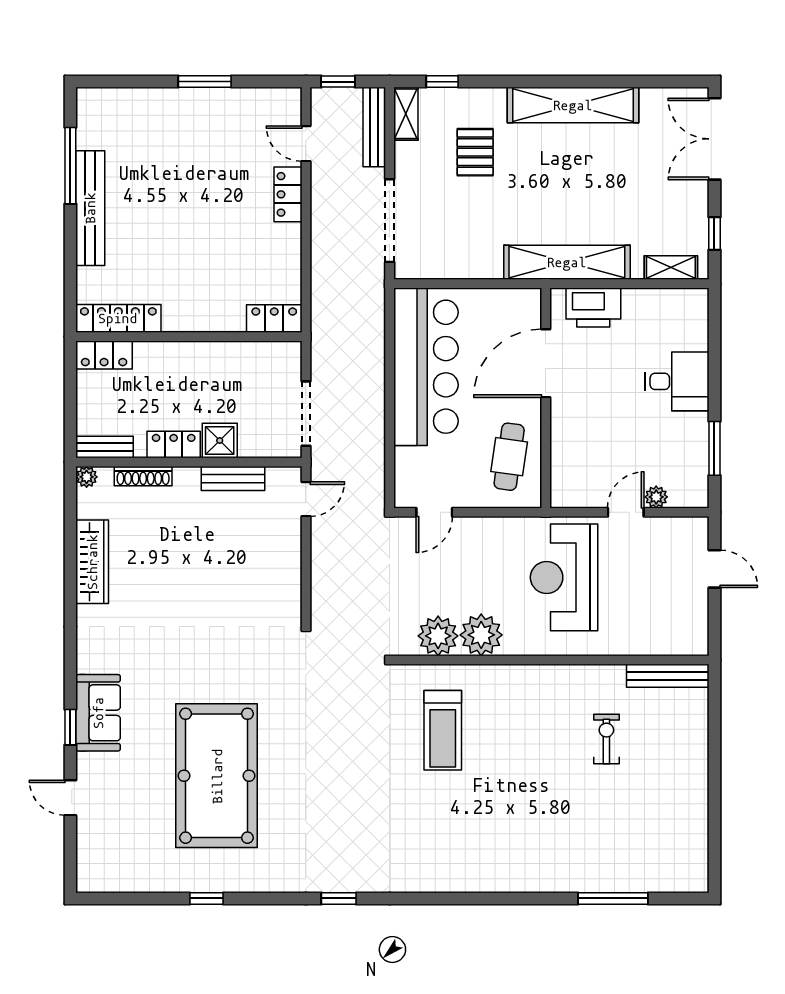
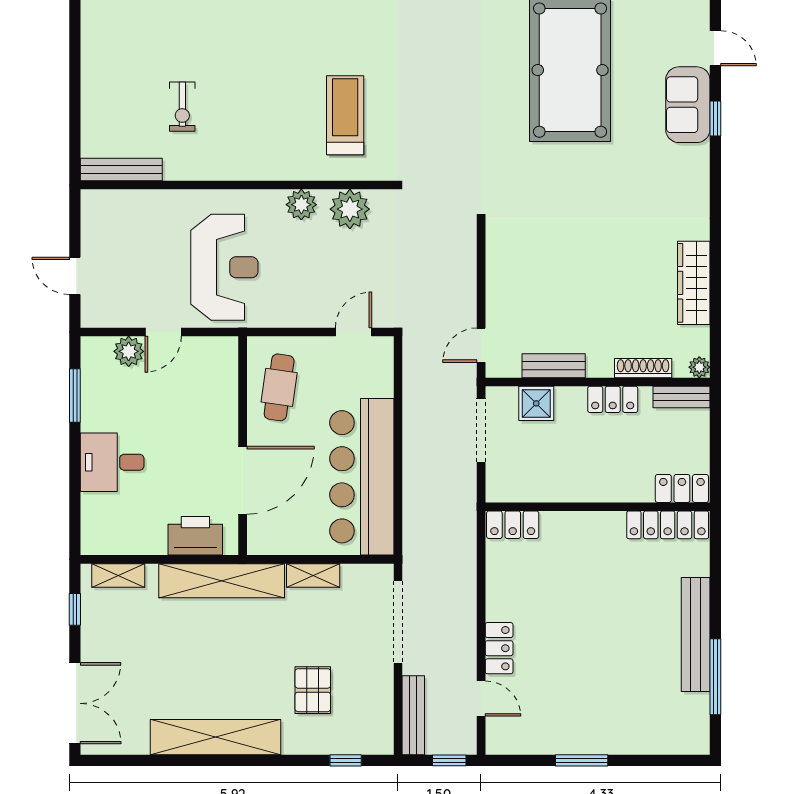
shelving: (406, 114) -> (313, 575), moved, turned 90
shower: (220, 440) -> (536, 403), moved
plant: (656, 497) -> (129, 351), width x1.38, depth x1.38
plant: (481, 635) -> (301, 205), width x0.73, depth x0.73
sofa: (98, 713) -> (688, 105), moved

